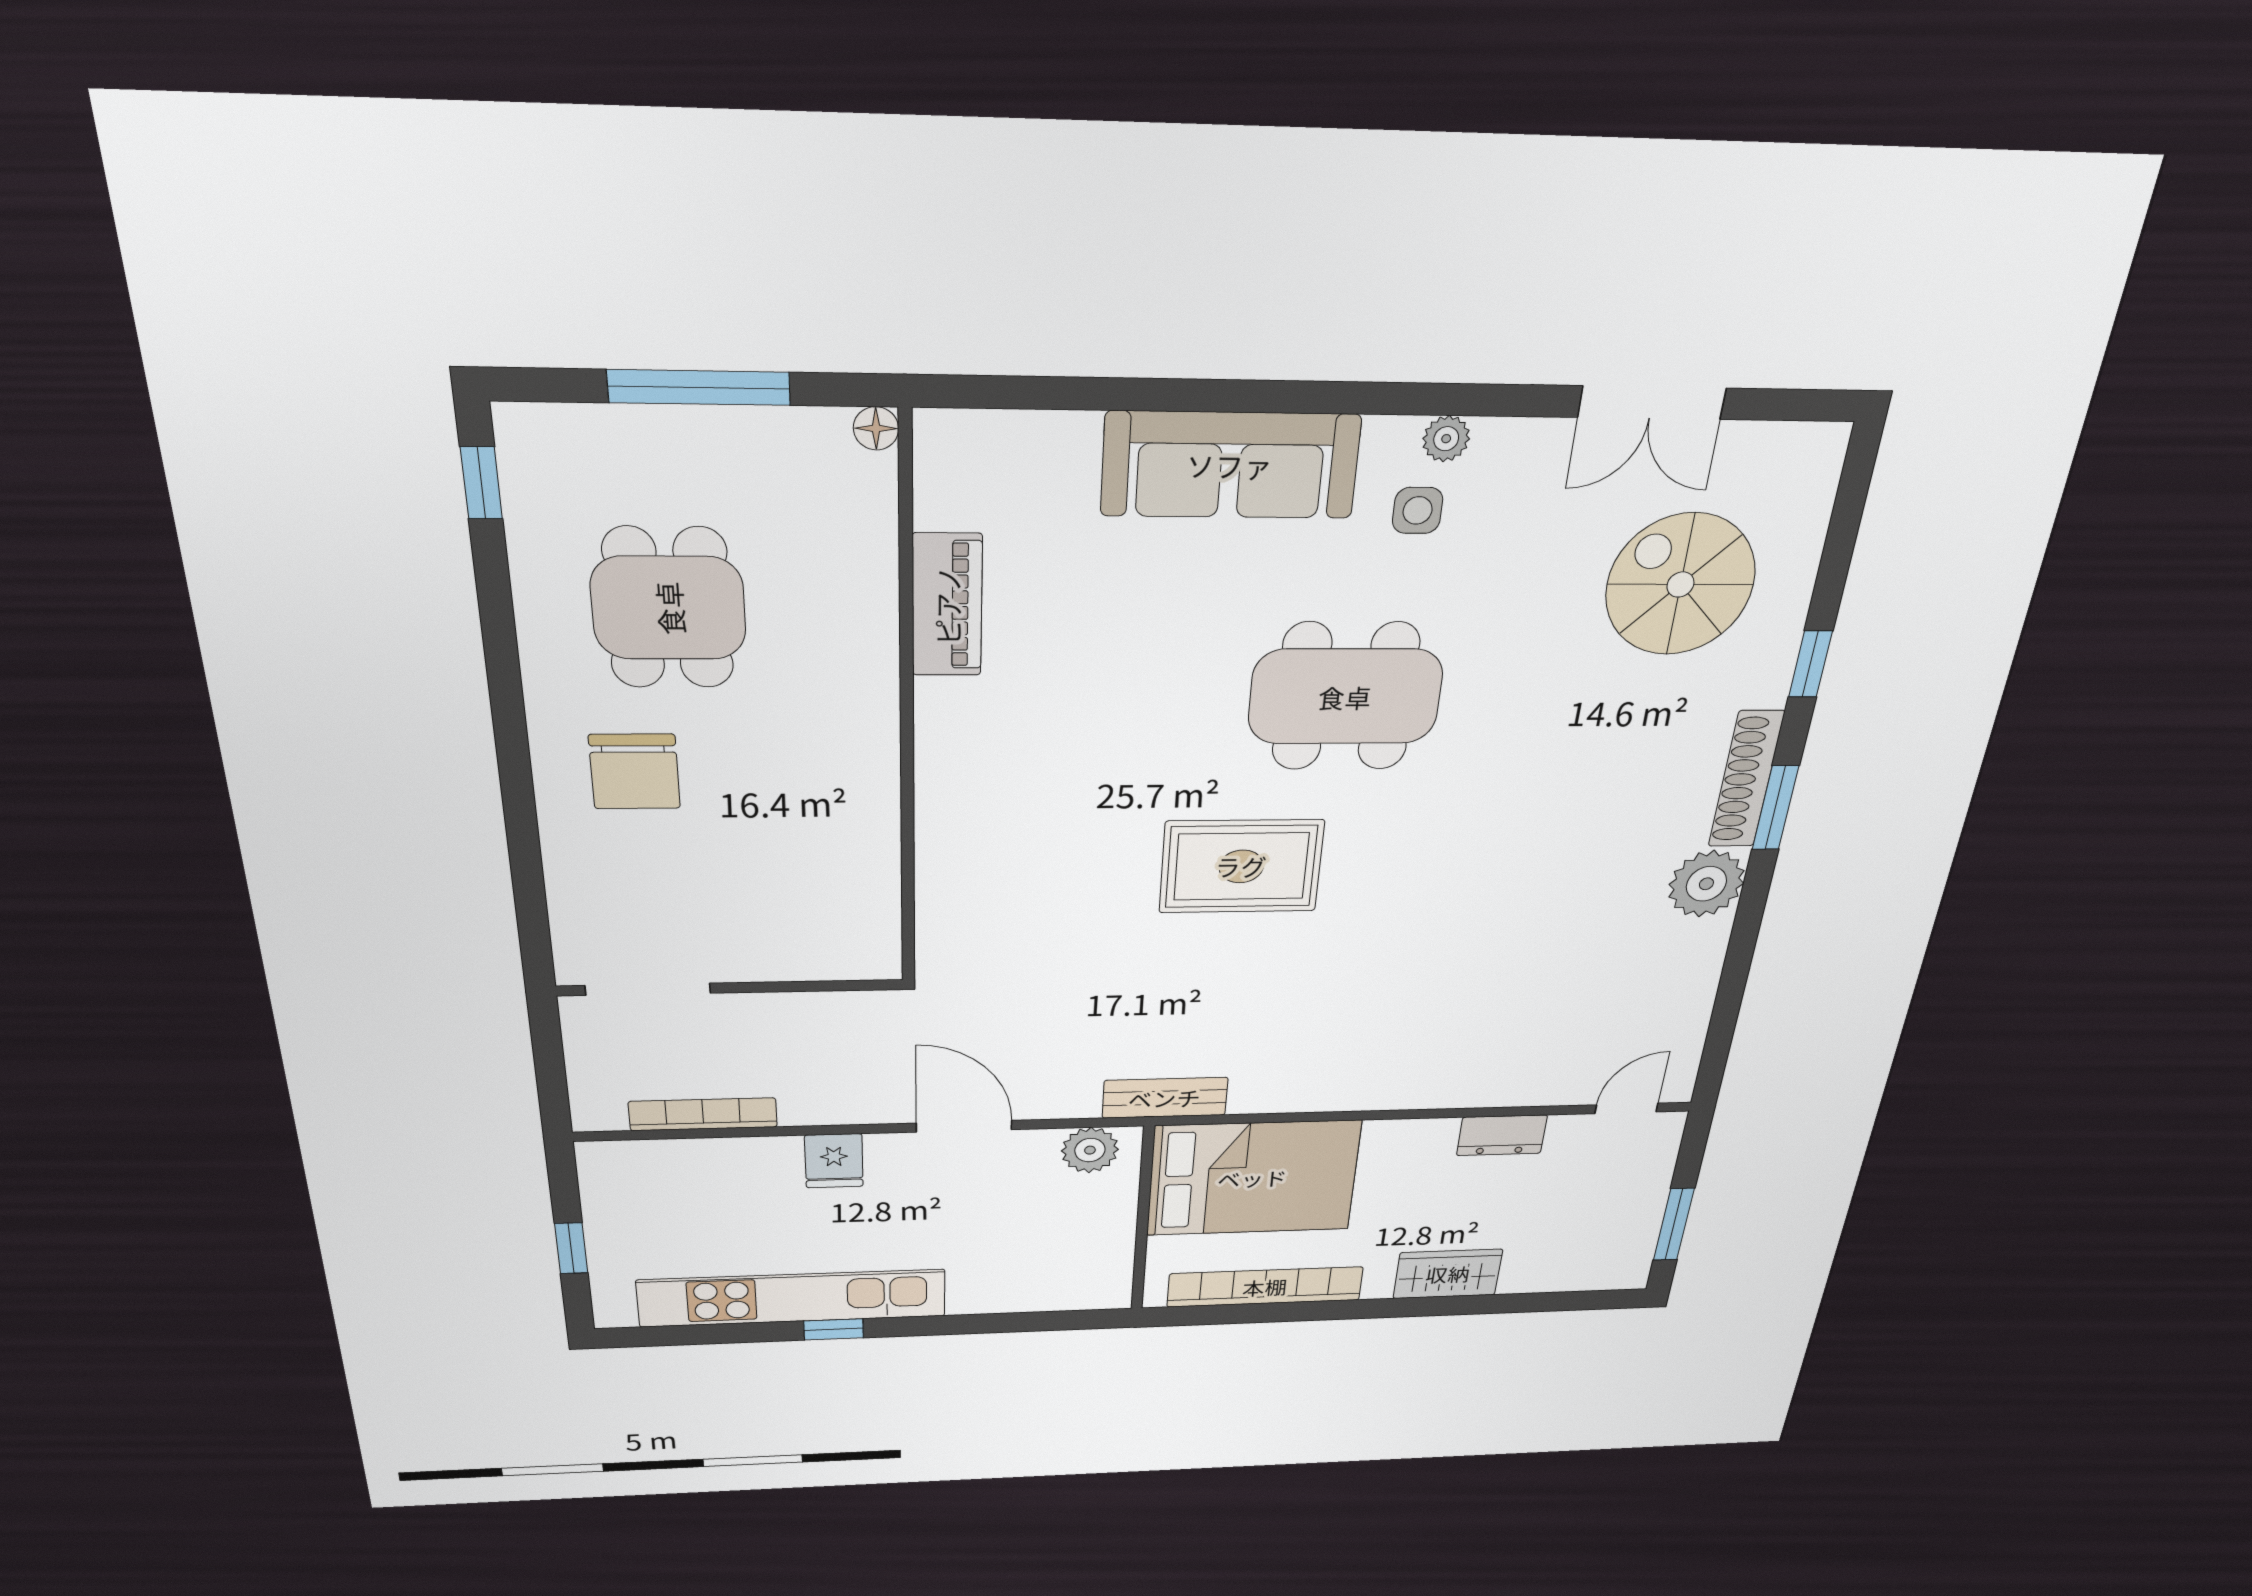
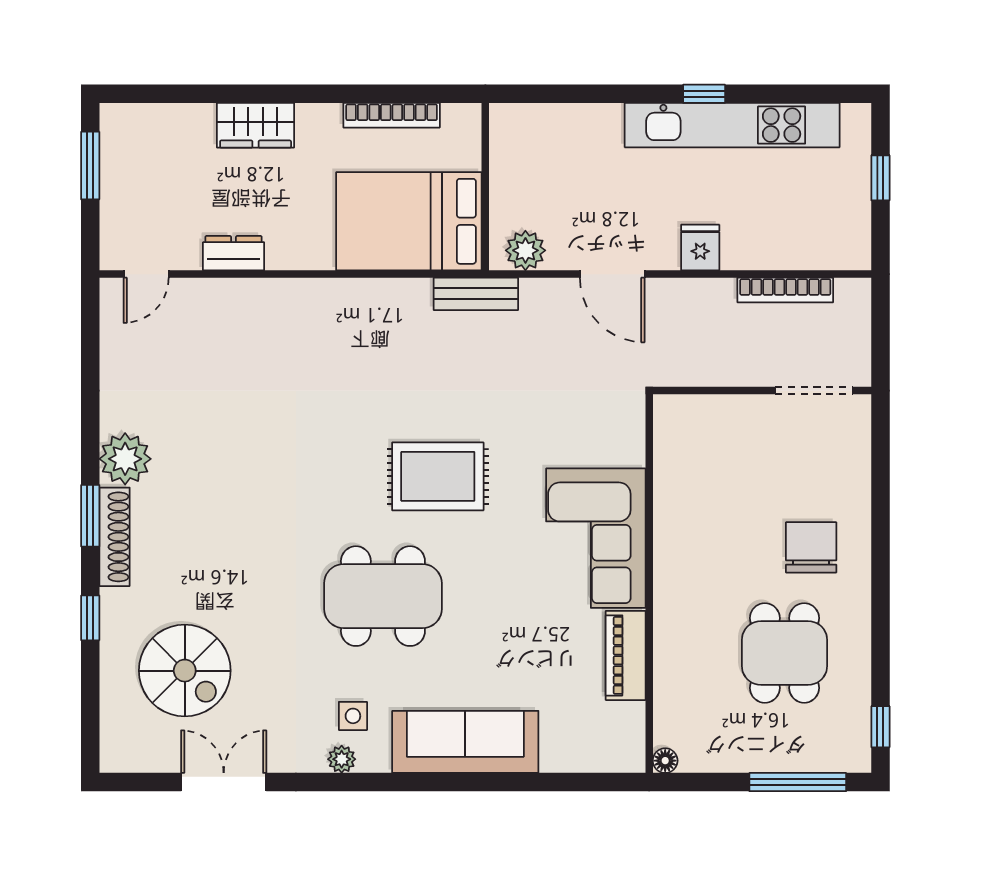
window: (699, 387) -> (798, 782), moved
corner sofa: (995, 783) -> (596, 538), added
bookcase: (1265, 1287) -> (392, 115), width x0.68, depth x0.76

